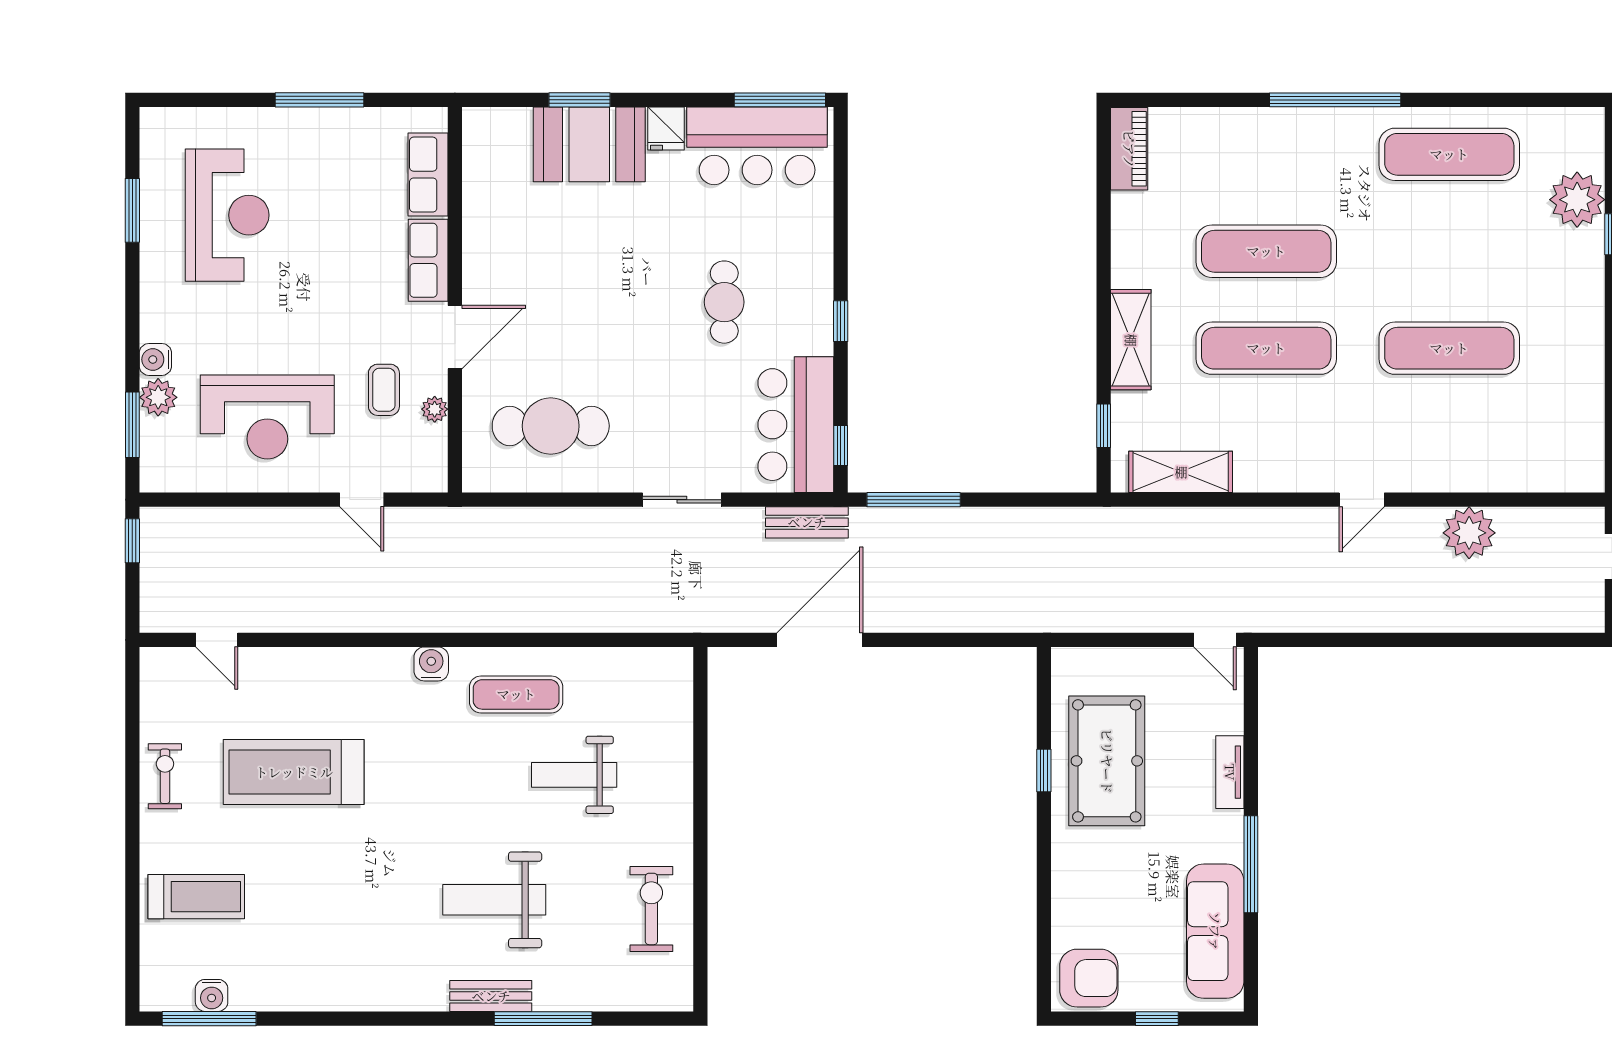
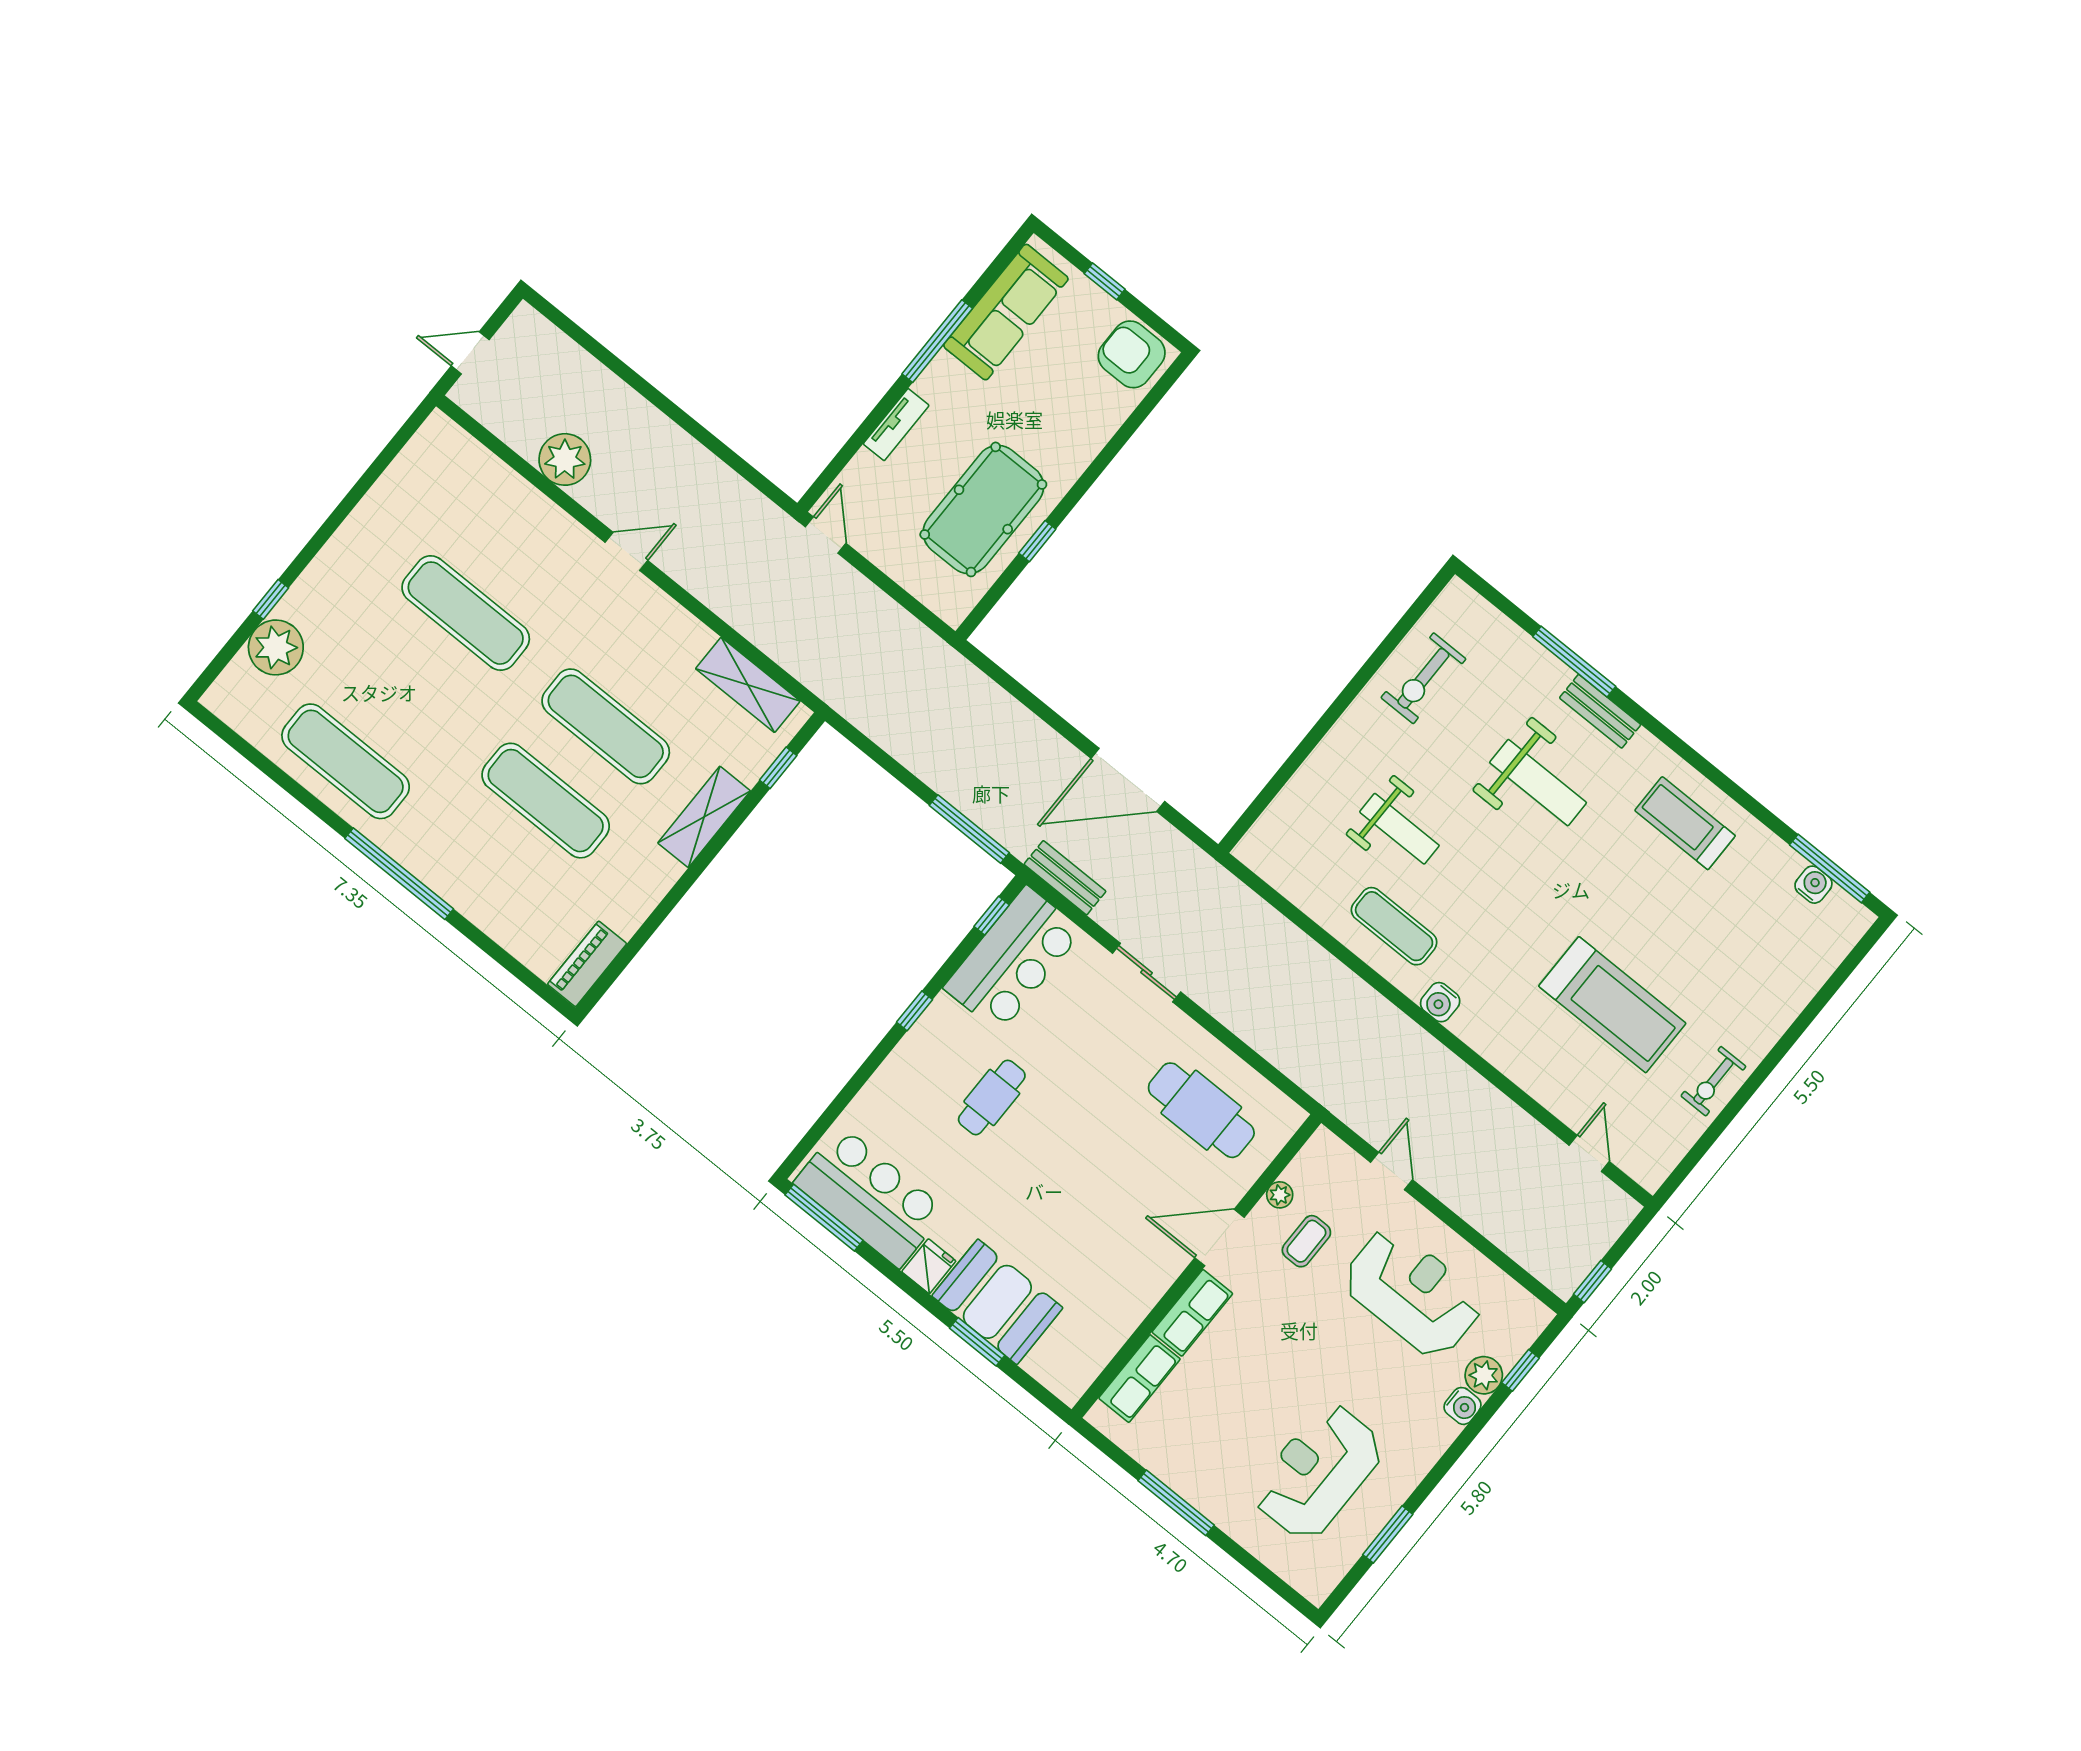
window: (132, 425) -> (1521, 1370), width x0.67
treadmill: (196, 897) -> (1685, 823), moved

